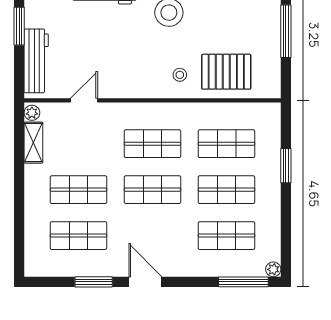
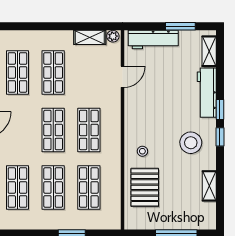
door: (84, 100) -> (122, 77), hinge flipped

